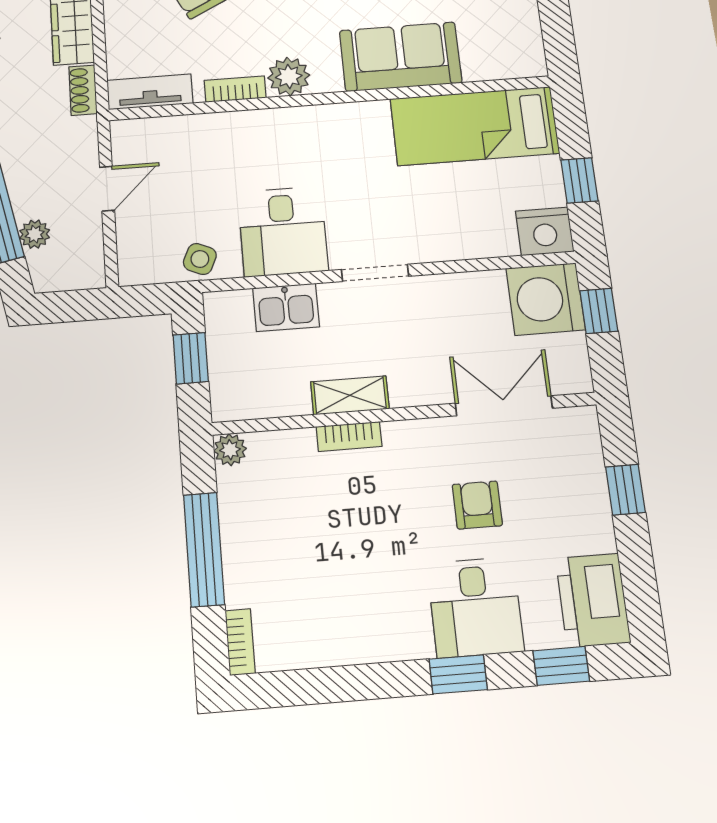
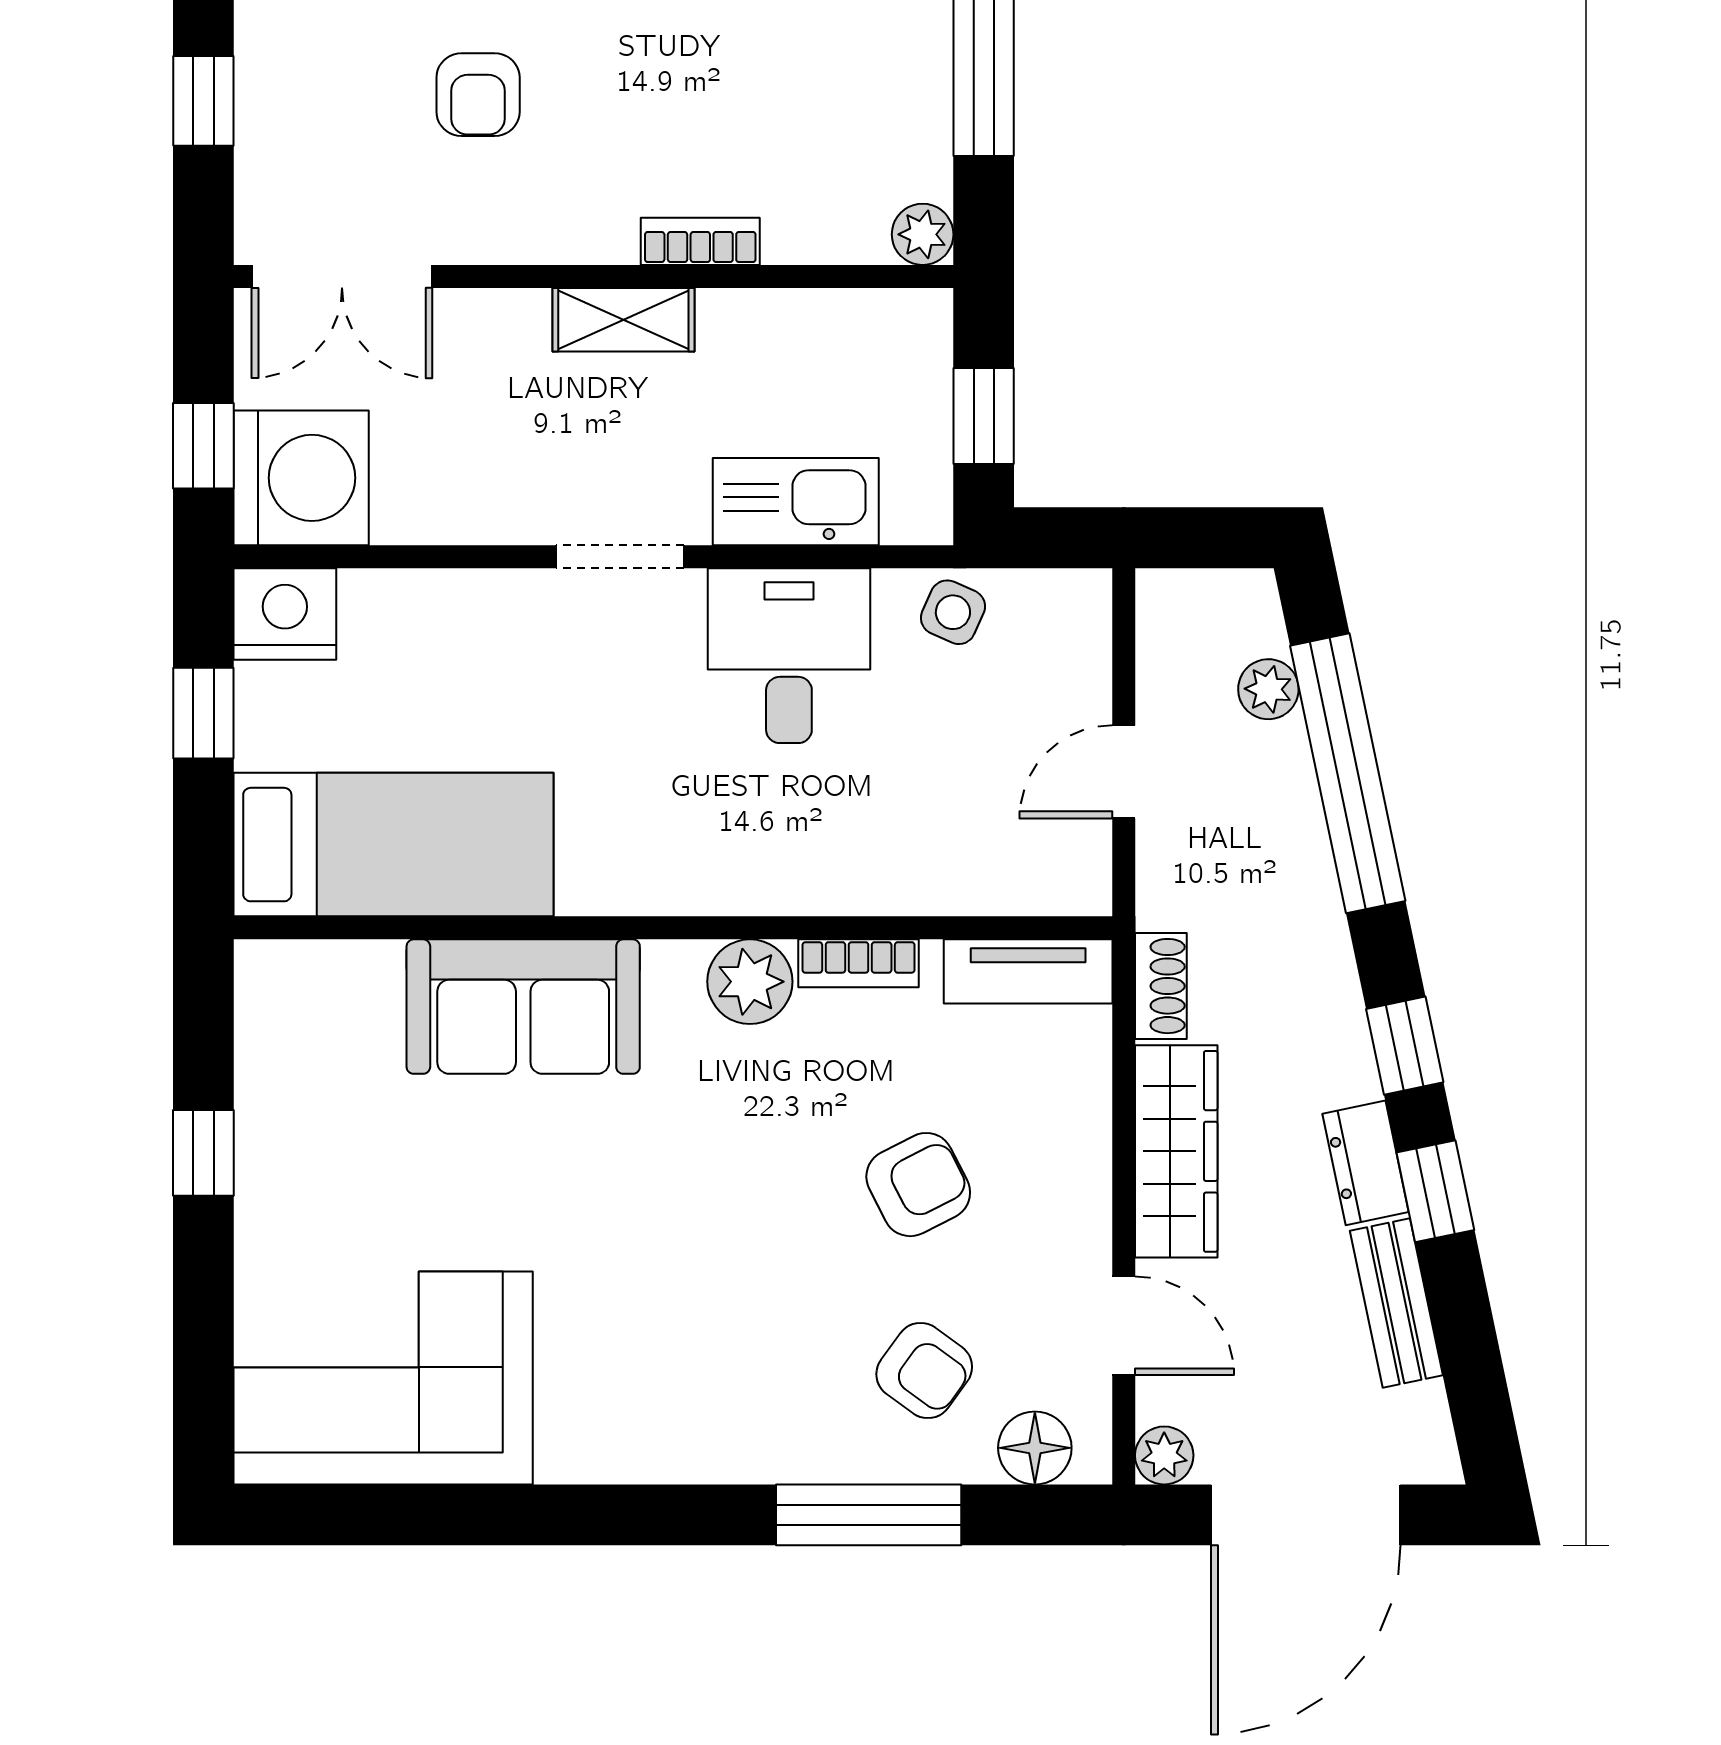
kitchen sink: (286, 307) -> (796, 502), width x1.38
shelving: (350, 395) -> (623, 320), moved
double door: (504, 406) -> (342, 276), moved

